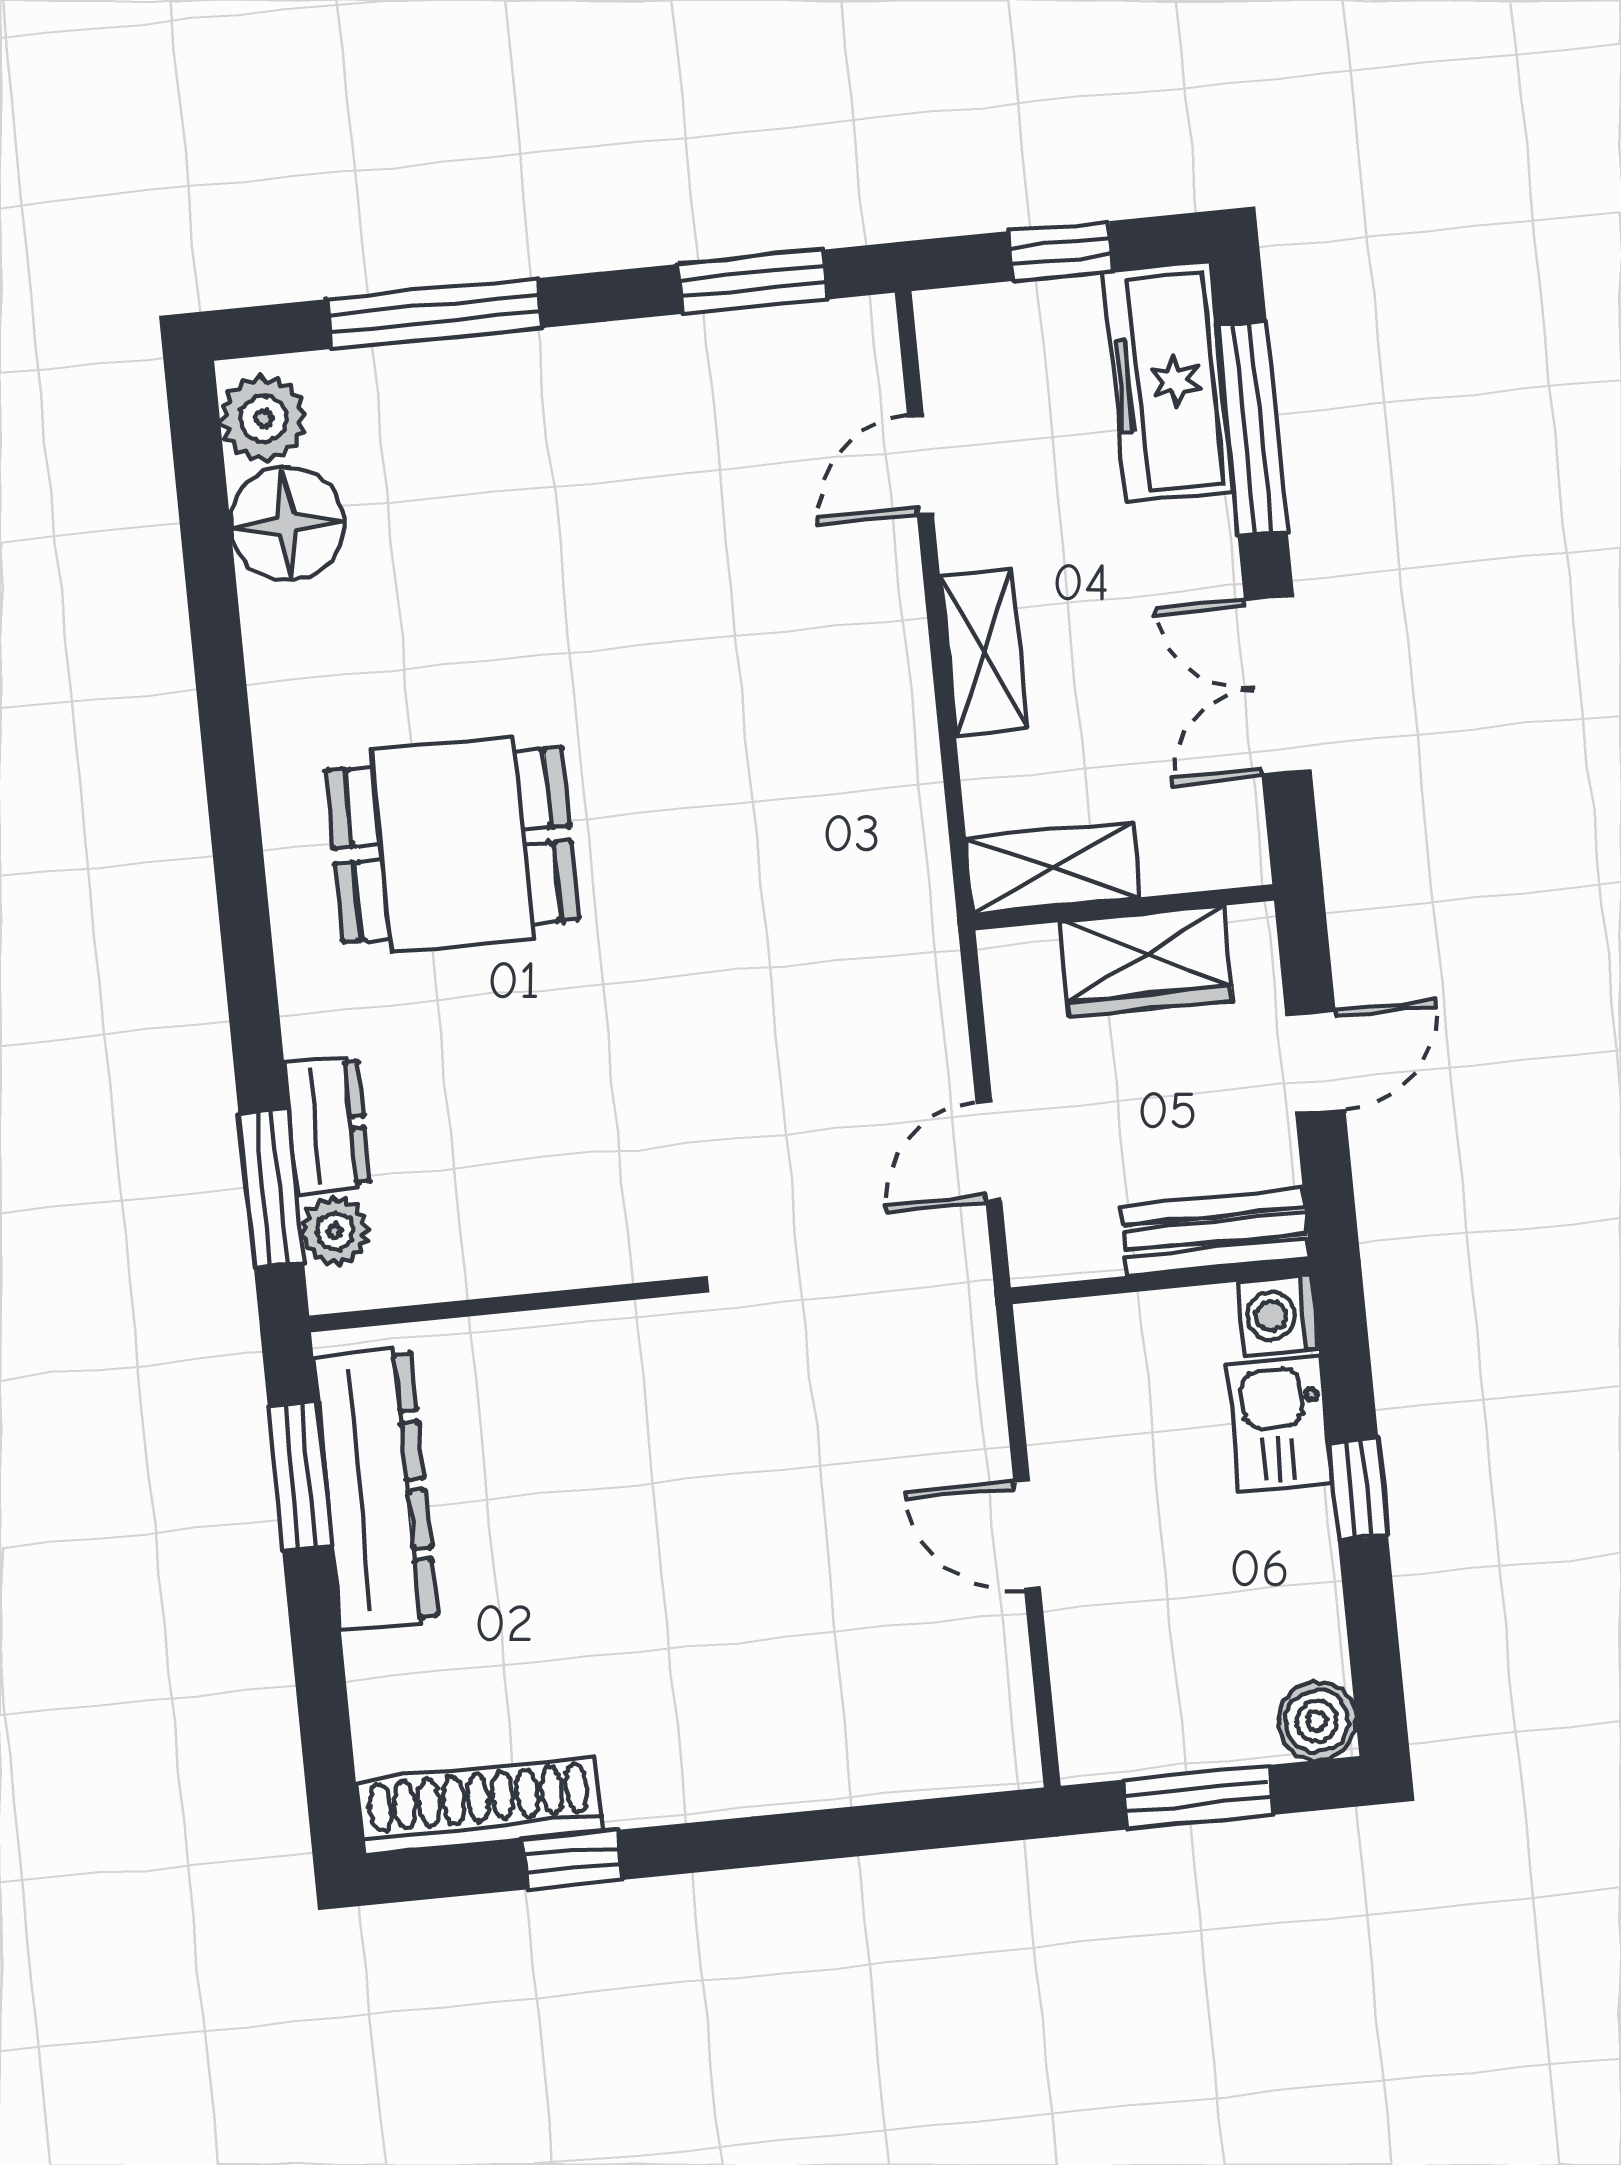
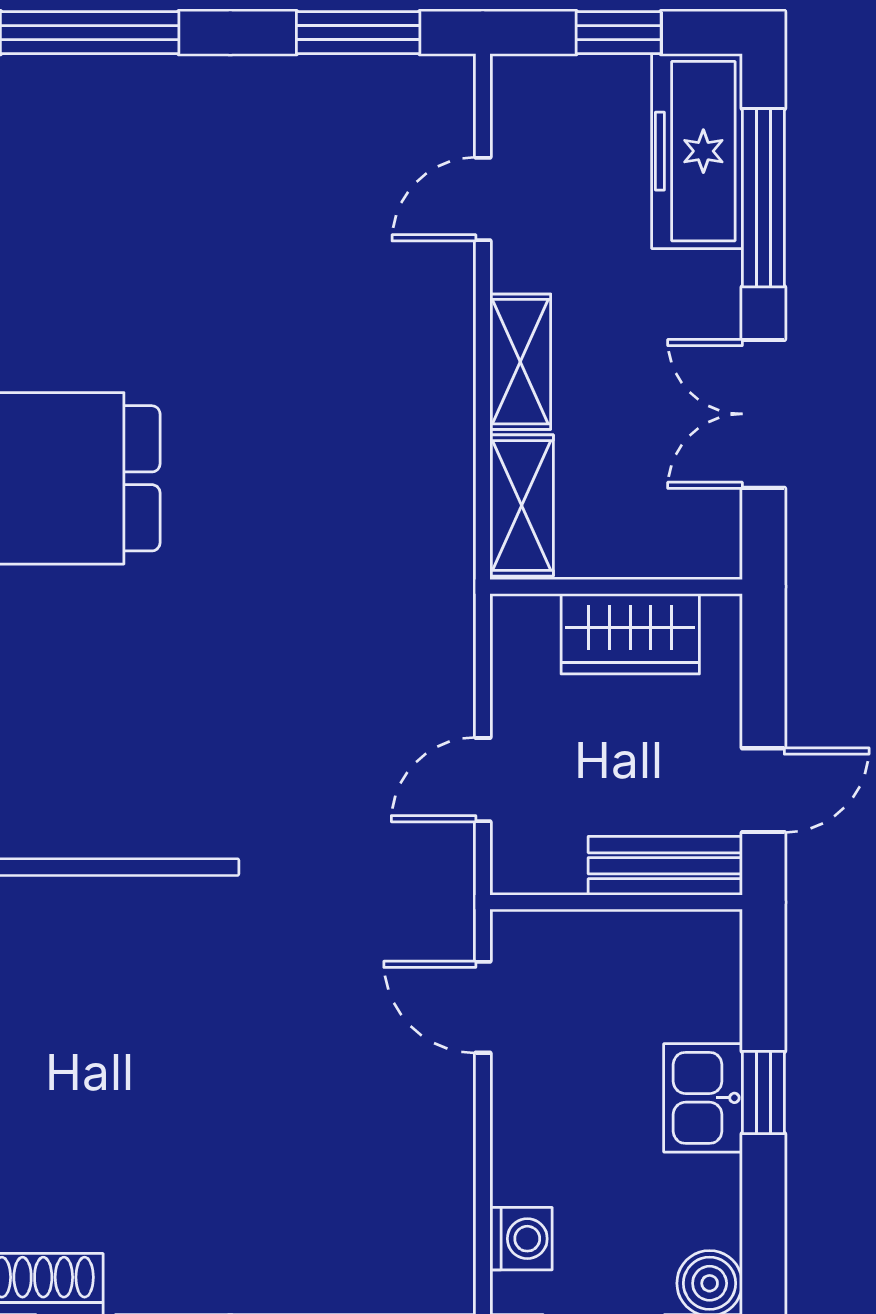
shelving: (1053, 868) -> (522, 505), moved, turned 90
door: (1315, 1062) -> (763, 790), moved
washing machine: (1278, 1315) -> (521, 1239), moved, turned 180
kitchen sink: (1279, 1424) -> (703, 1098), moved
door: (1027, 1535) -> (483, 1007), moved

